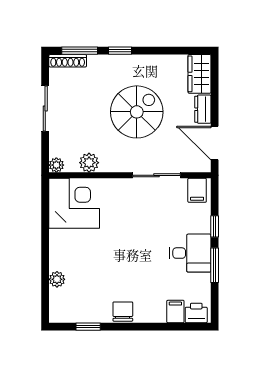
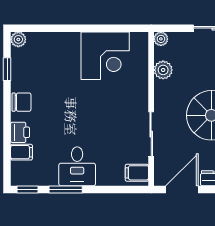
corner desk: (74, 203) -> (105, 56), moved
window: (215, 226) -> (27, 189), moved
plant: (57, 279) -> (18, 39), moved
printer: (196, 313) -> (20, 132), moved

